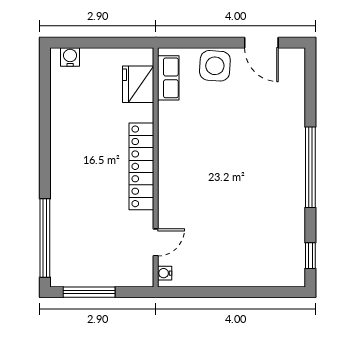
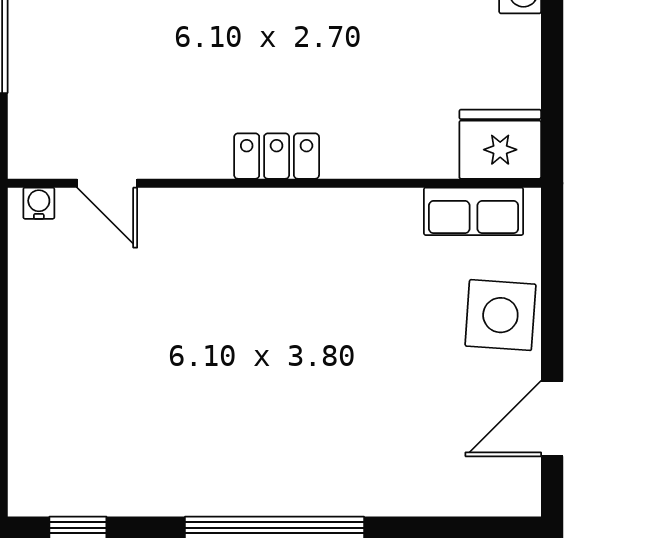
fridge: (138, 84) -> (500, 144), moved
locker: (141, 166) -> (277, 156), width x0.46, depth x0.83

